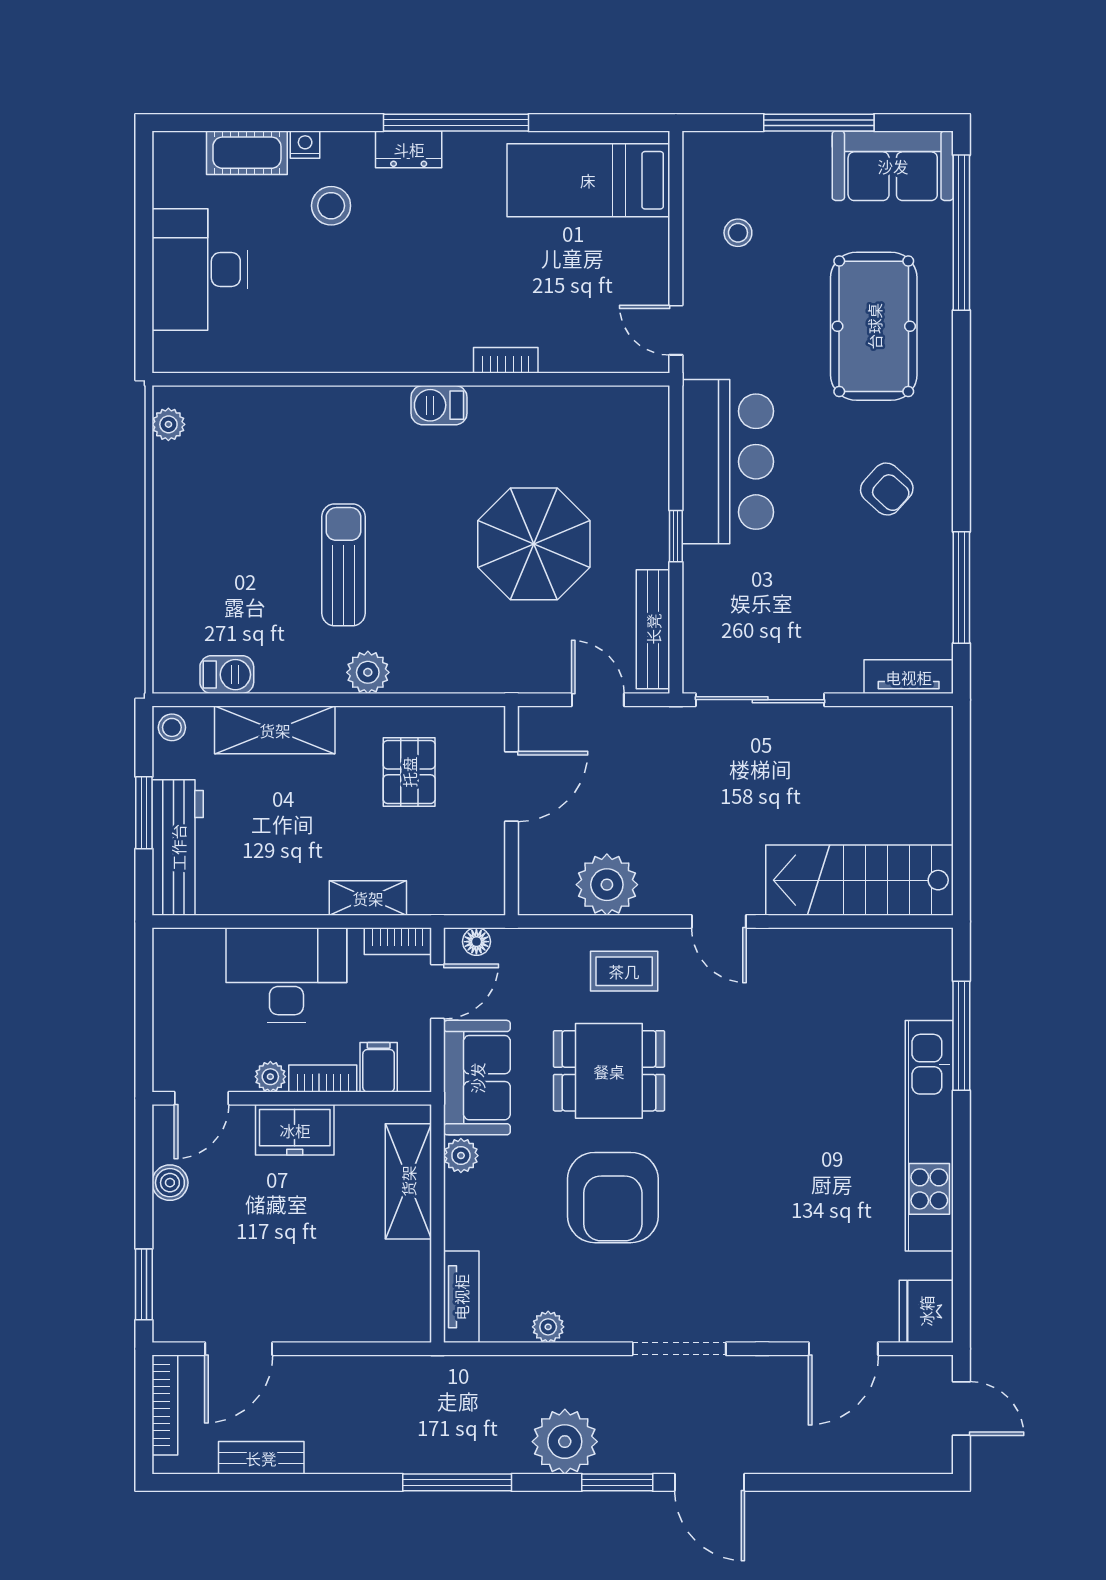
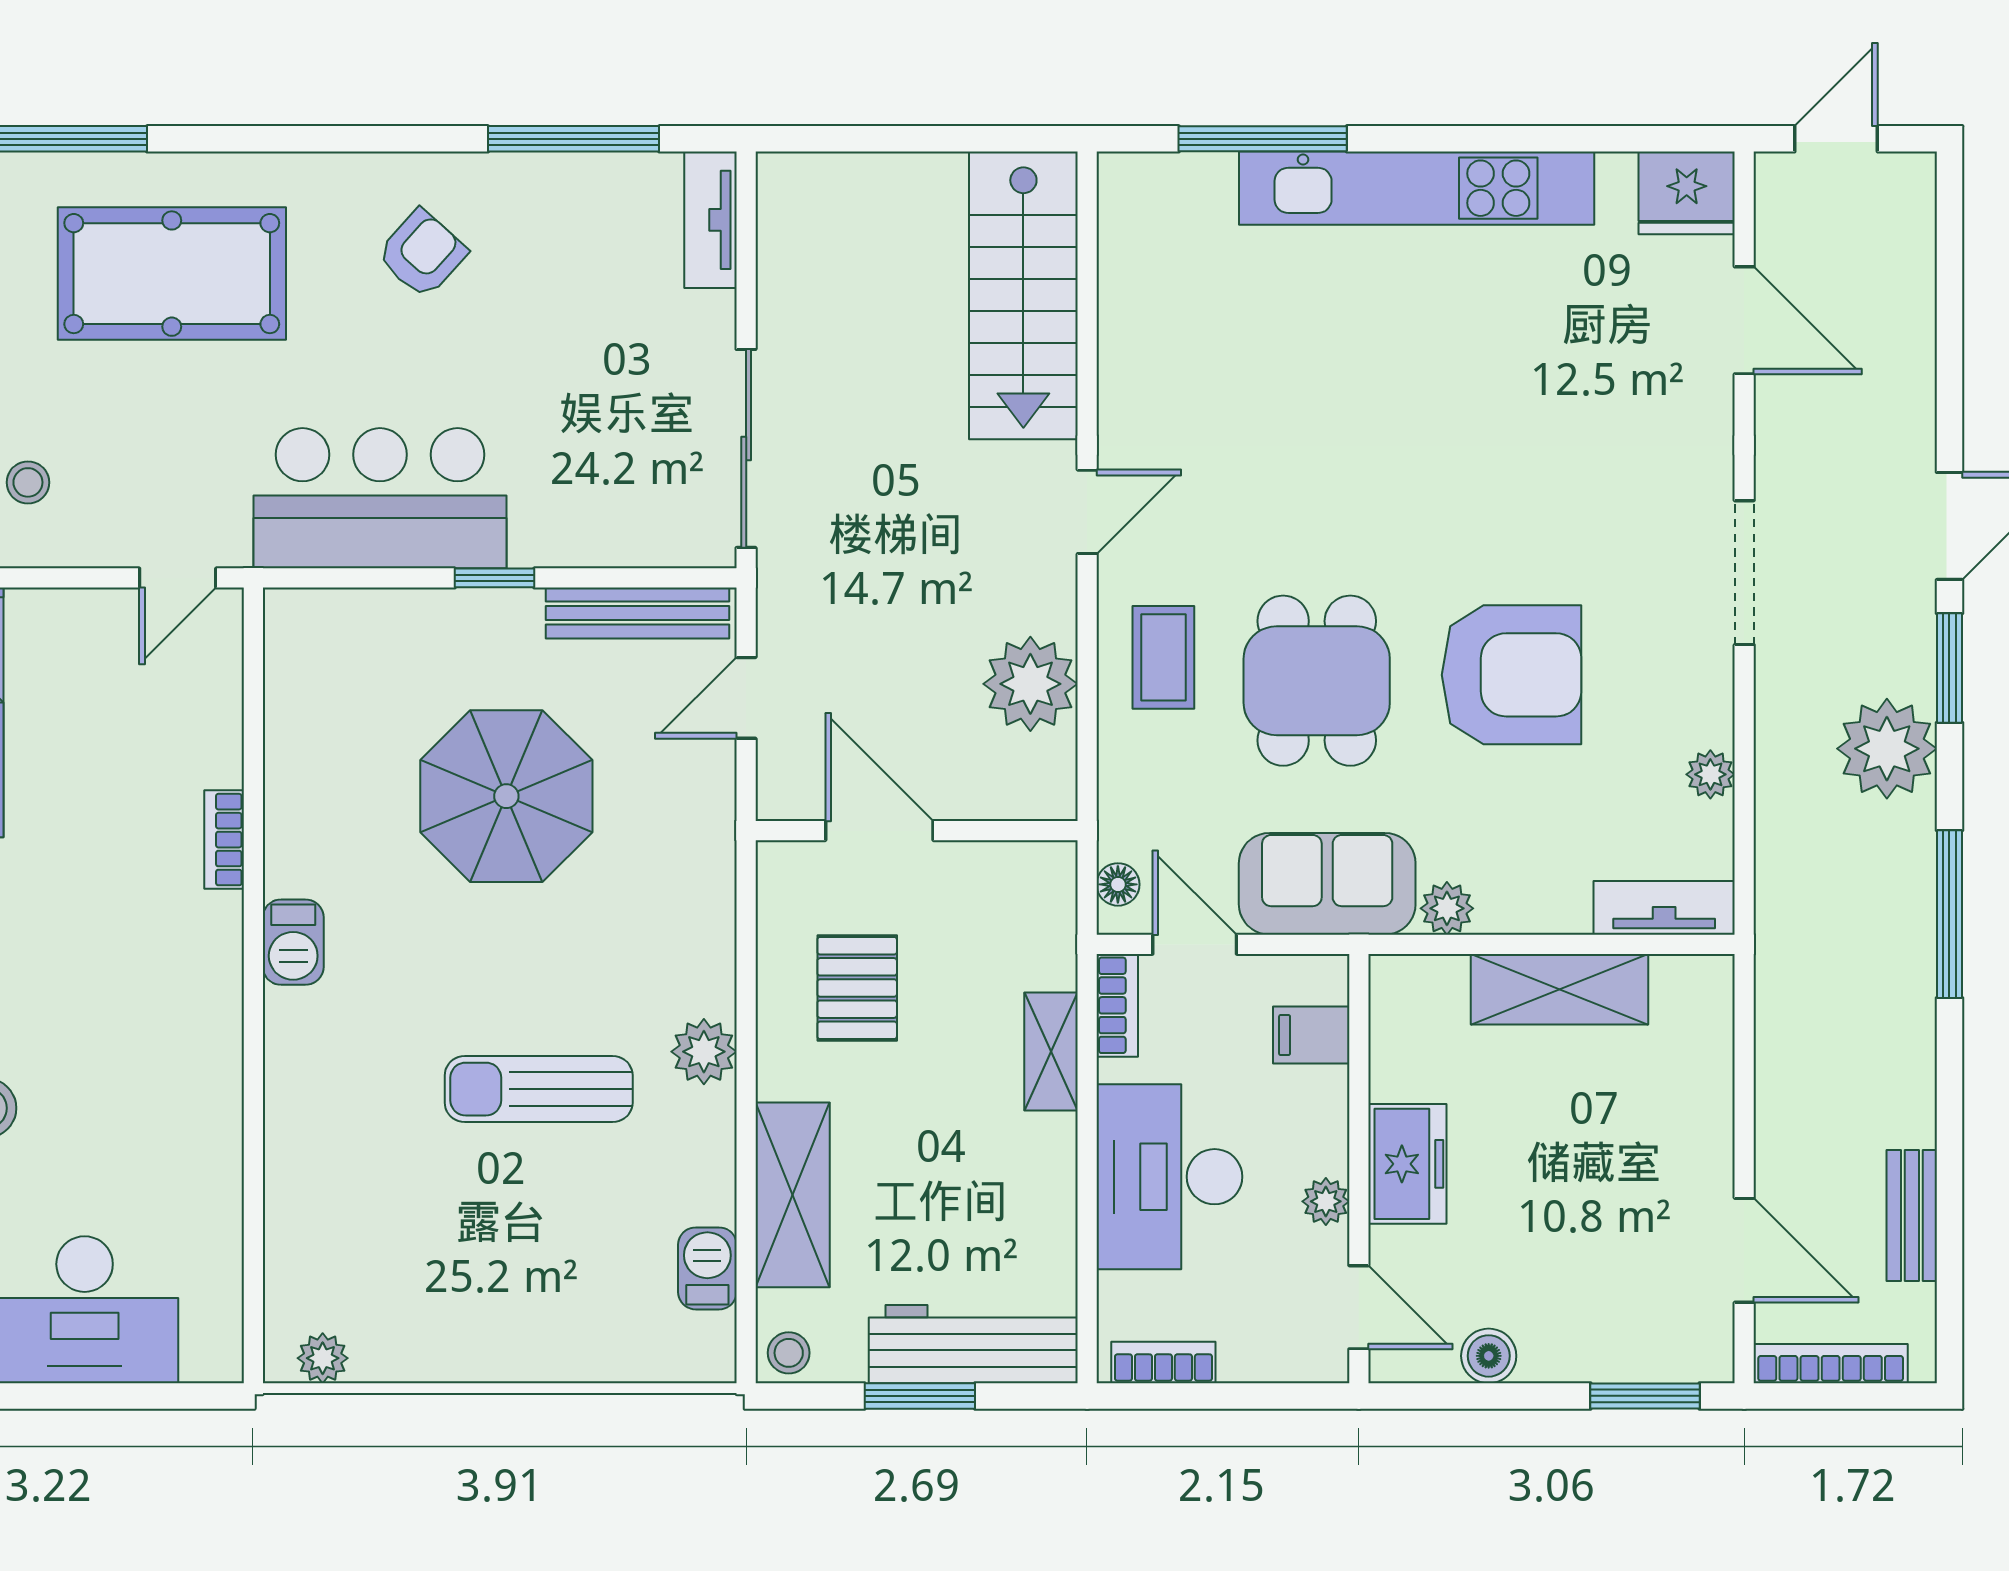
pallet: (409, 772) -> (857, 988), turned 90
bookcase: (323, 1078) -> (1163, 1363), moved, turned 90
shelving: (408, 1181) -> (1560, 989), moved

